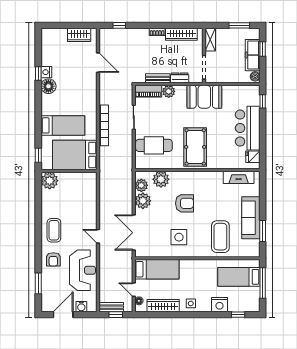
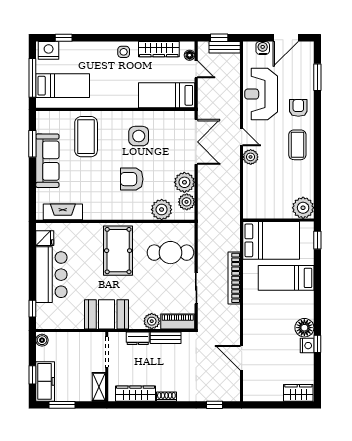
wardrobe: (79, 35) -> (298, 393), moved
freezer: (253, 55) -> (45, 381), moved
plant: (91, 221) -> (251, 157), added
nightstand: (219, 305) -> (49, 50), moved

